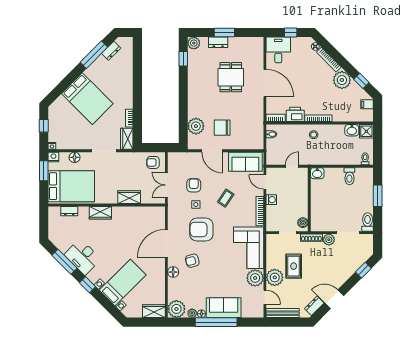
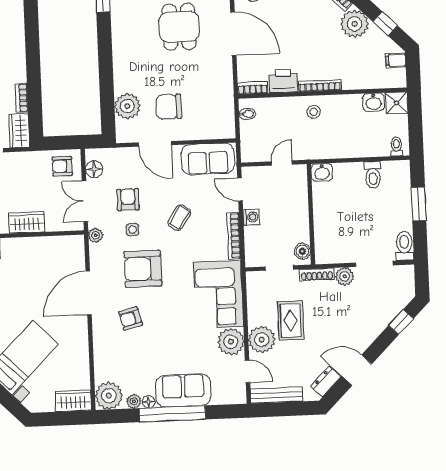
plant: (172, 207) -> (96, 235), added
floor lamp: (173, 272) -> (94, 169), moved

